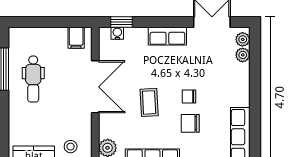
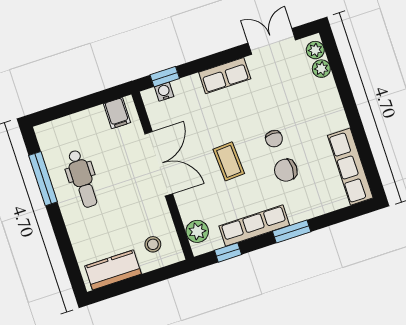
chair: (189, 96) -> (274, 139), turned -90

